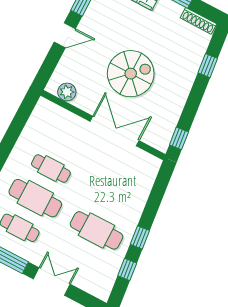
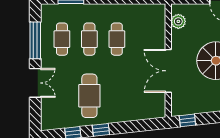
double door: (115, 131) -> (168, 71), swing flipped
cafe table: (35, 198) -> (89, 39), width x0.73, depth x0.74

